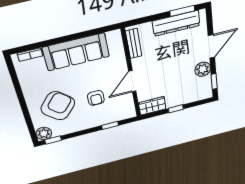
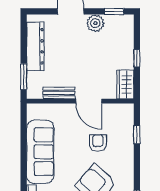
window: (182, 11) -> (24, 77), moved
bench: (134, 44) -> (59, 93), moved
armchair: (96, 98) -> (98, 143), turned -90

